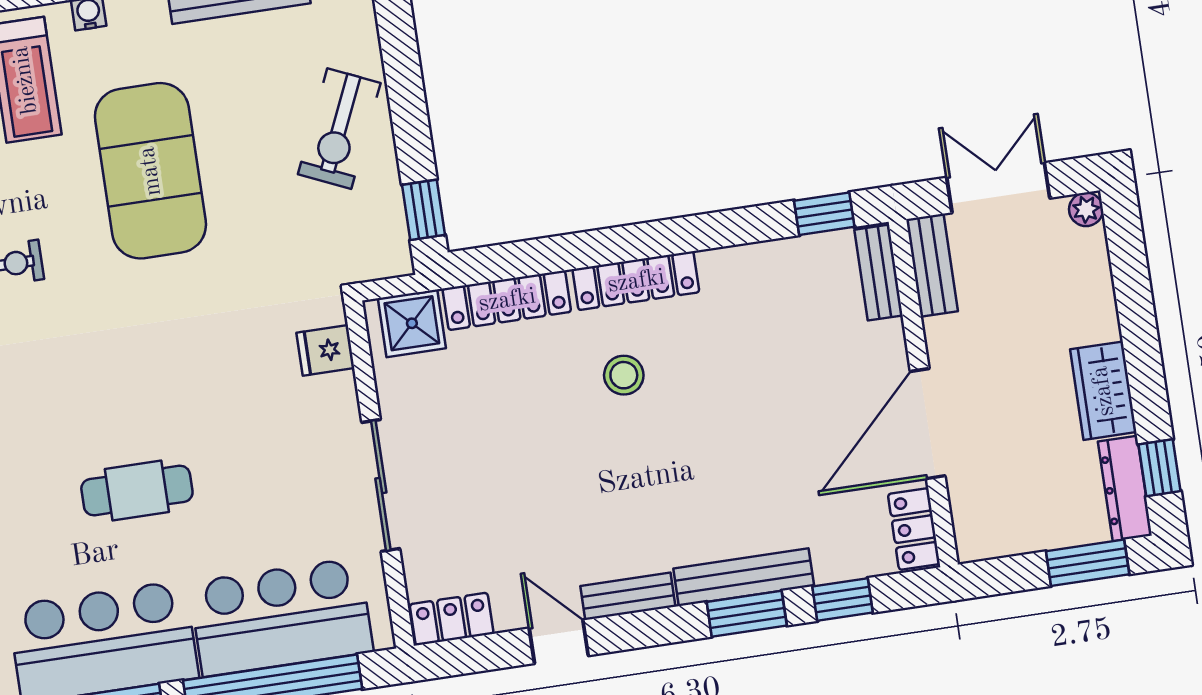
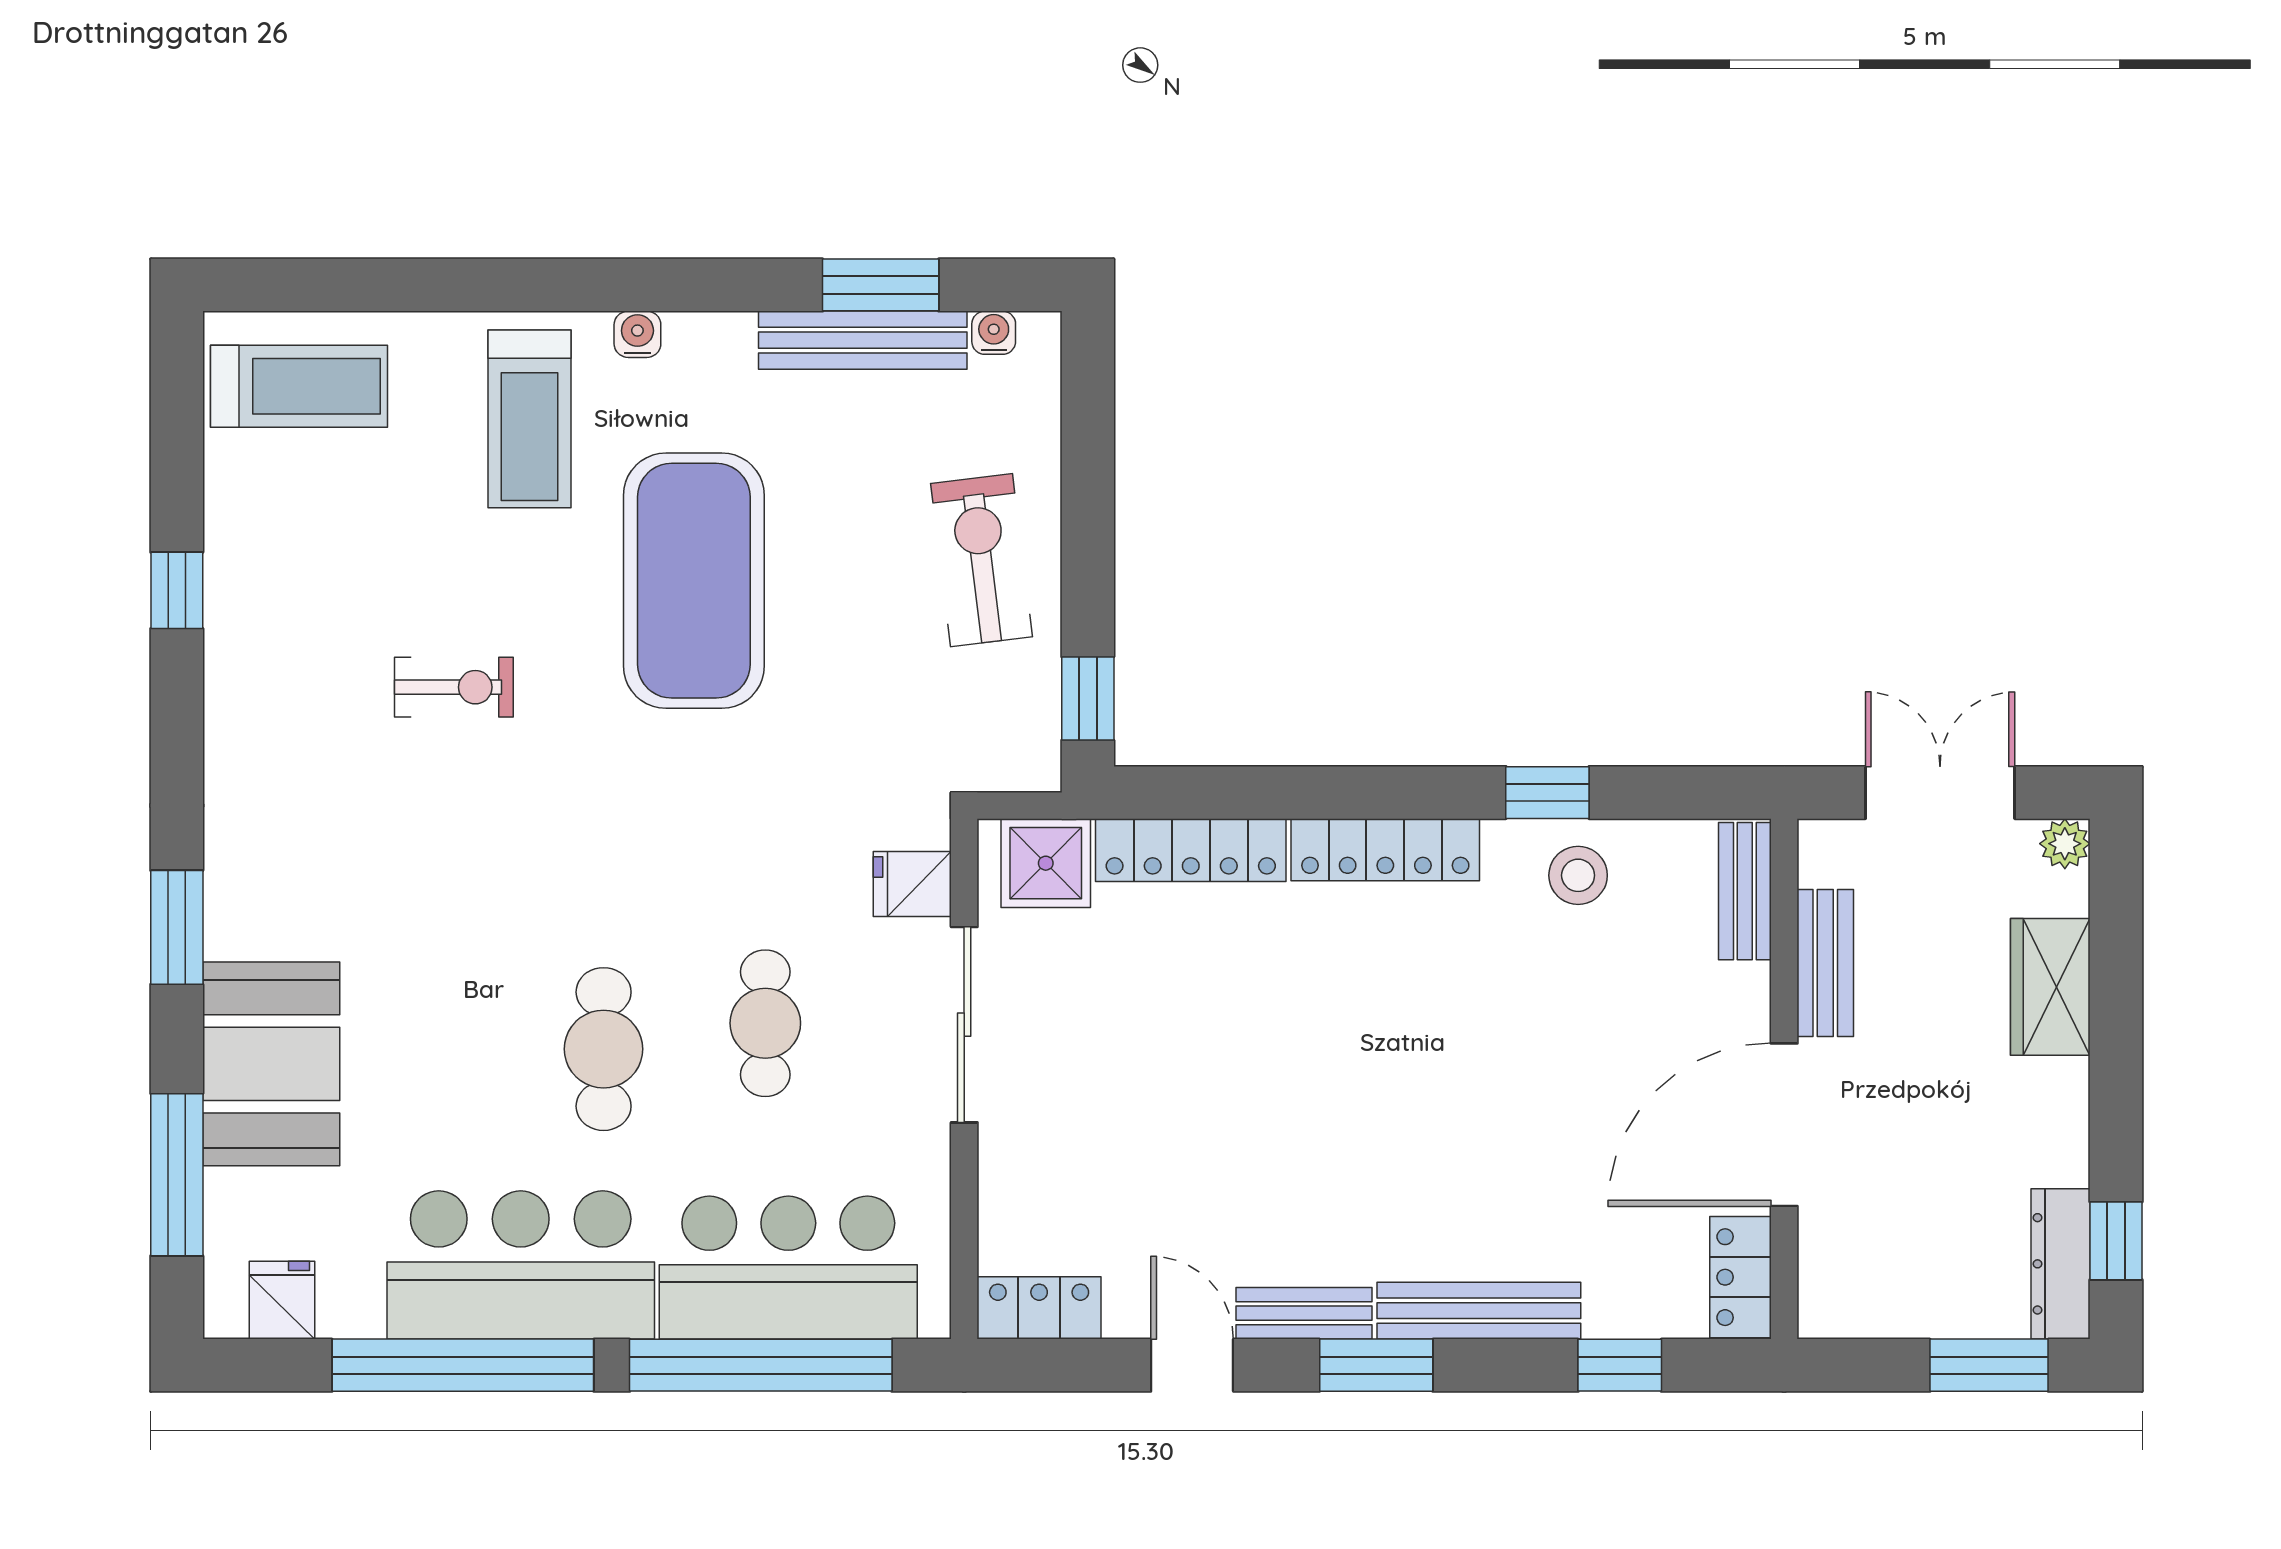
exercise bike: (339, 129) -> (982, 560), turned 149
window: (824, 214) -> (1547, 793), moved
bench: (932, 265) -> (1825, 963), moved
stool: (624, 375) -> (1578, 875), moved
wardrobe: (1103, 391) -> (2050, 987), moved
cafe table: (242, 457) -> (765, 1023), added
sliding door: (381, 486) -> (964, 1025), moved
cafe table: (137, 491) -> (604, 1049), turned 90
window: (747, 614) -> (1376, 1365), moved

